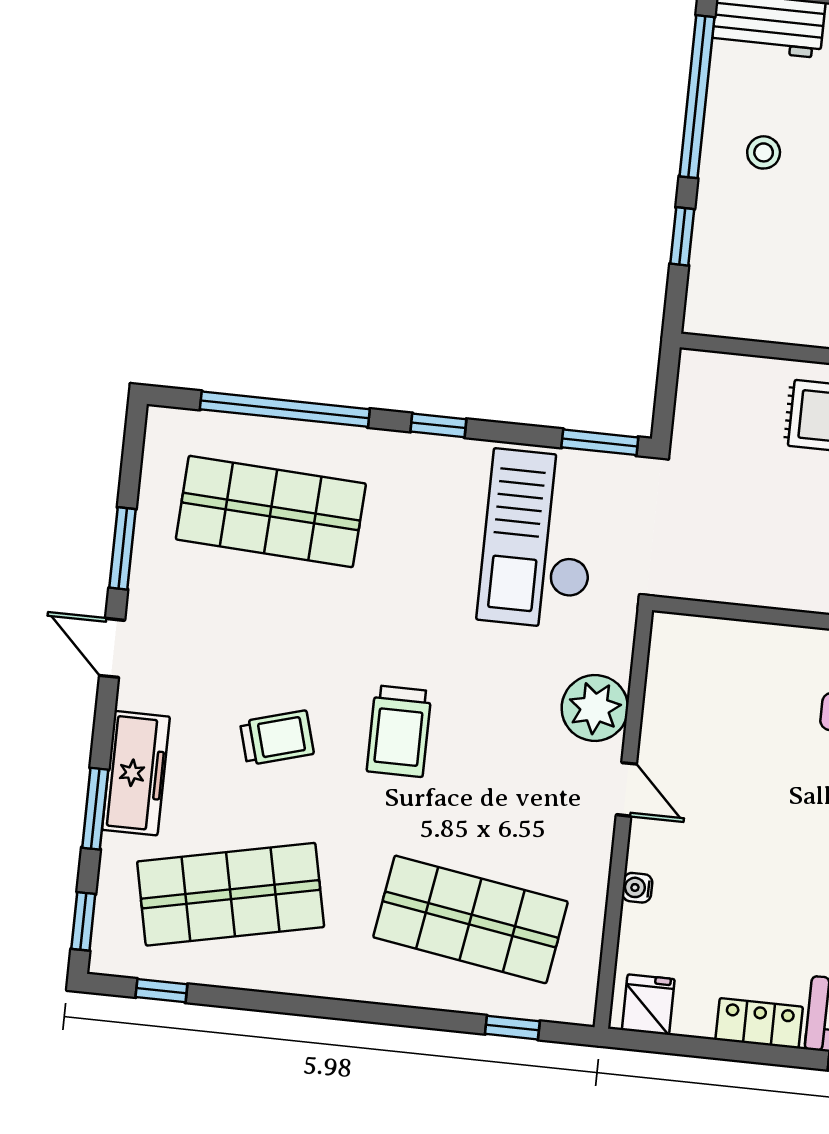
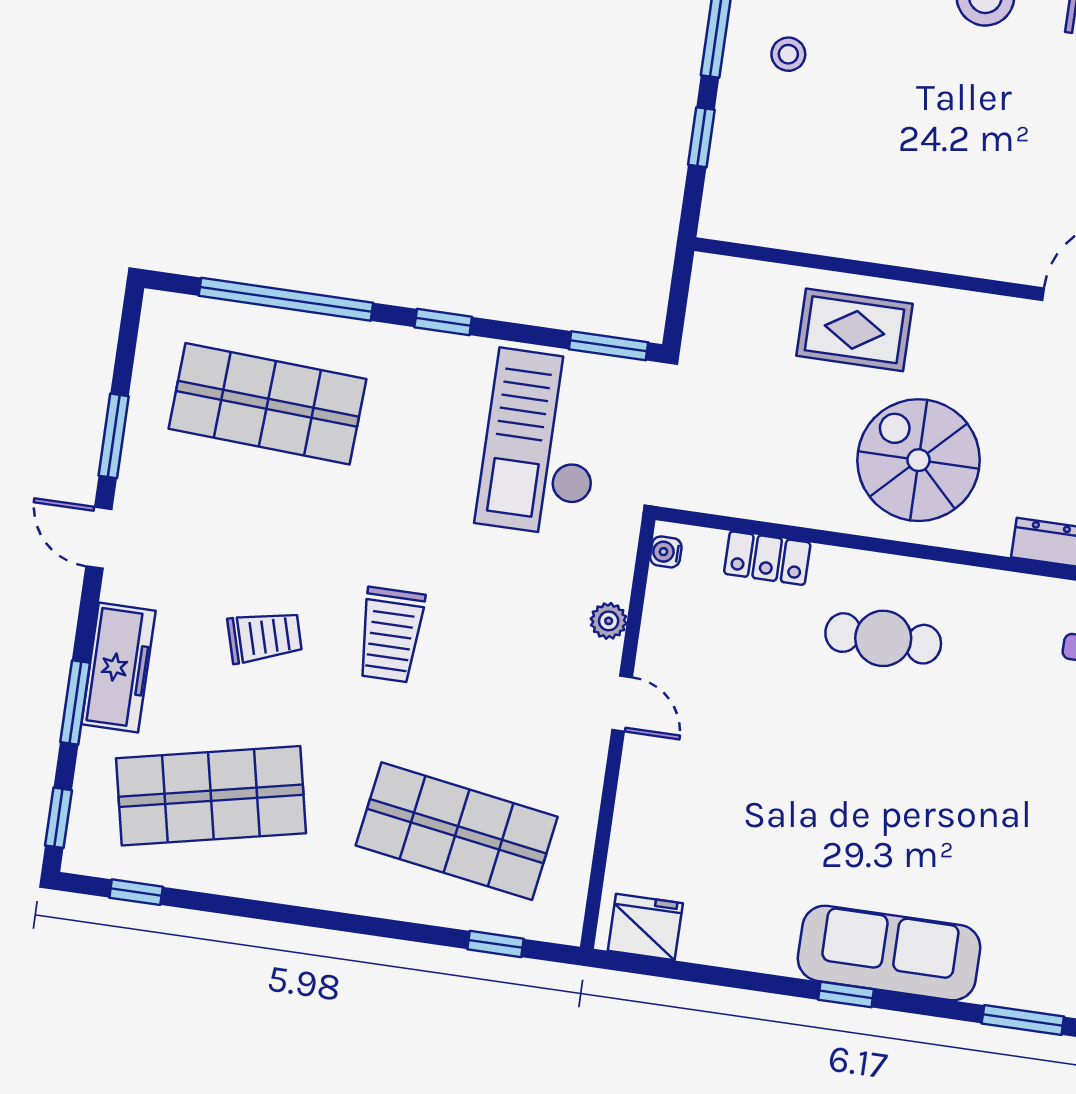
plant: (595, 708) -> (609, 621), width x0.53, depth x0.53
water cooler: (637, 888) -> (666, 552), moved
fridge: (648, 1005) -> (645, 927), width x1.38
locker: (759, 1023) -> (767, 558), moved, turned 180

